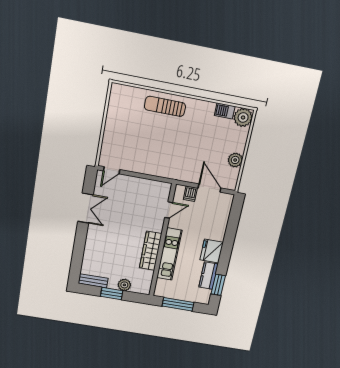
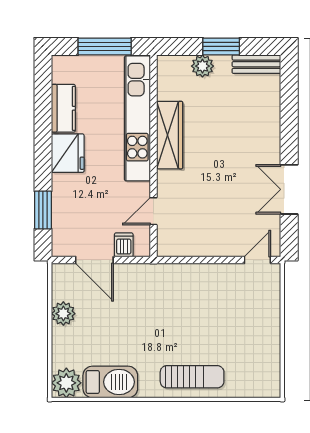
barbecue: (225, 111) -> (110, 382), width x1.88, depth x1.53
kitchen unit: (169, 254) -> (137, 118), width x1.36
window: (218, 285) -> (43, 210), moved

